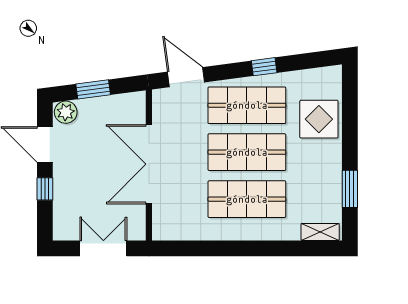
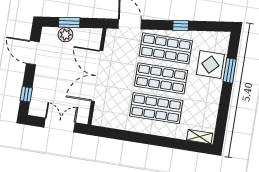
plant: (66, 112) -> (65, 35), moved
window: (45, 189) -> (26, 94), moved
window: (350, 189) -> (230, 70), moved

